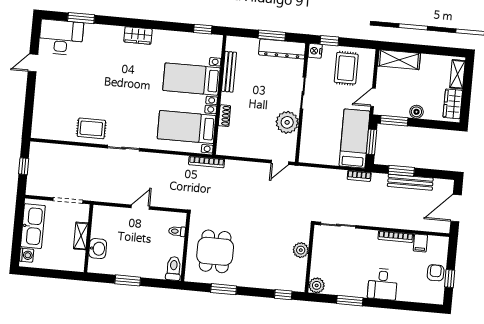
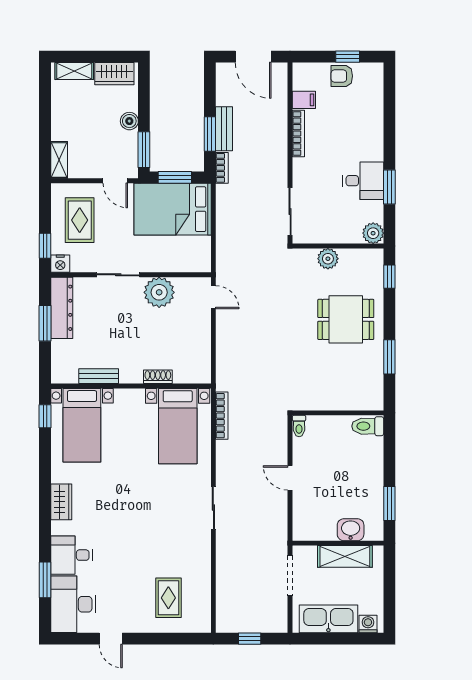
desk: (98, 39) -> (71, 555), added
shelving: (399, 60) -> (59, 160), width x0.67, depth x0.75
rug: (346, 68) -> (80, 220), turned 90
bench: (229, 72) -> (99, 376), width x0.73
bed with nightstands: (191, 79) -> (82, 425), moved
rug: (91, 128) -> (168, 598), moved
bed: (355, 139) -> (173, 209), width x1.50
bookcase: (207, 162) -> (222, 416), moved
bookcase: (359, 176) -> (222, 168), moved
bench: (410, 182) -> (224, 129), width x0.73
toilet: (177, 231) -> (299, 426), moved
shelving: (81, 236) -> (345, 556), width x1.50, depth x1.33
dining table: (215, 251) -> (346, 319), moved
window: (128, 280) -> (389, 504), moved
desk: (383, 284) -> (363, 181), moved

